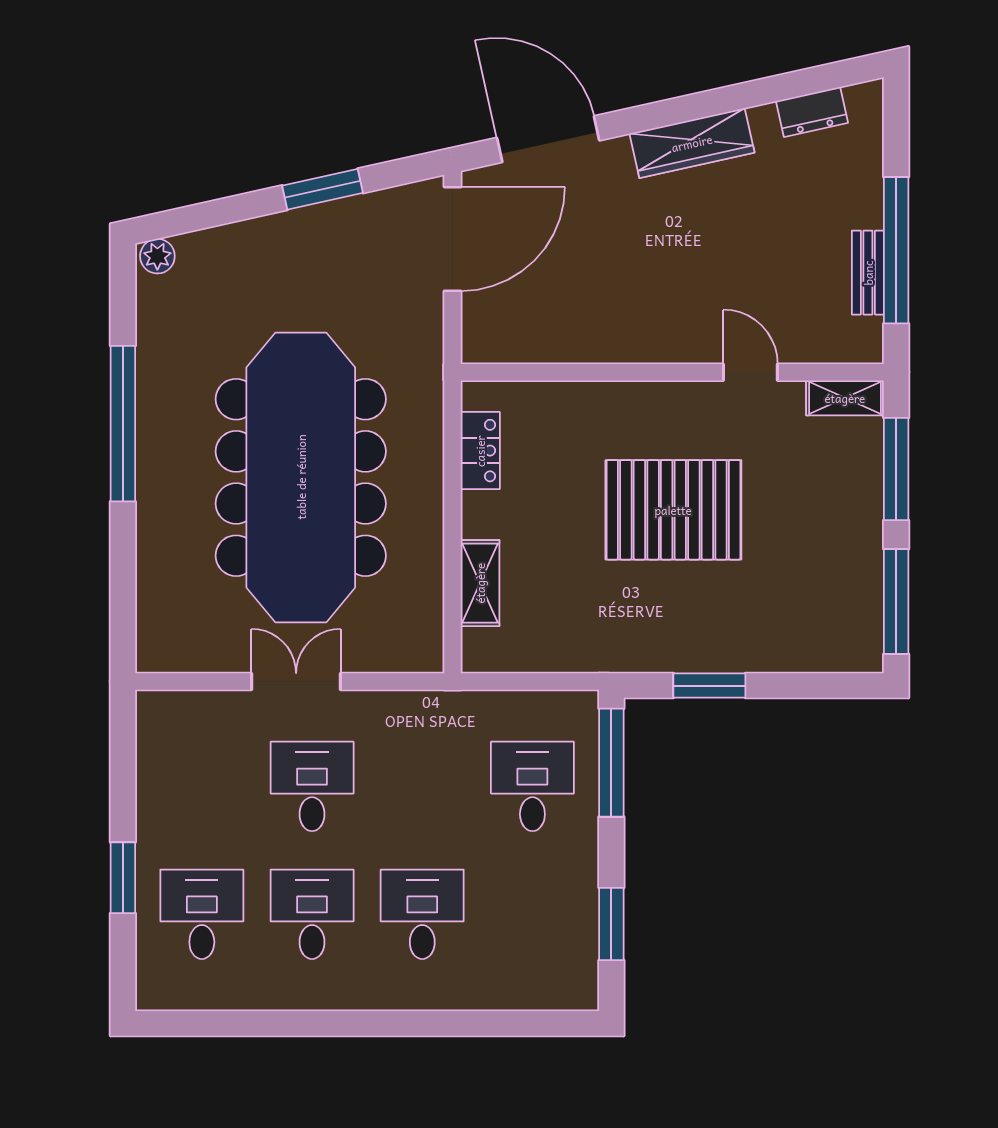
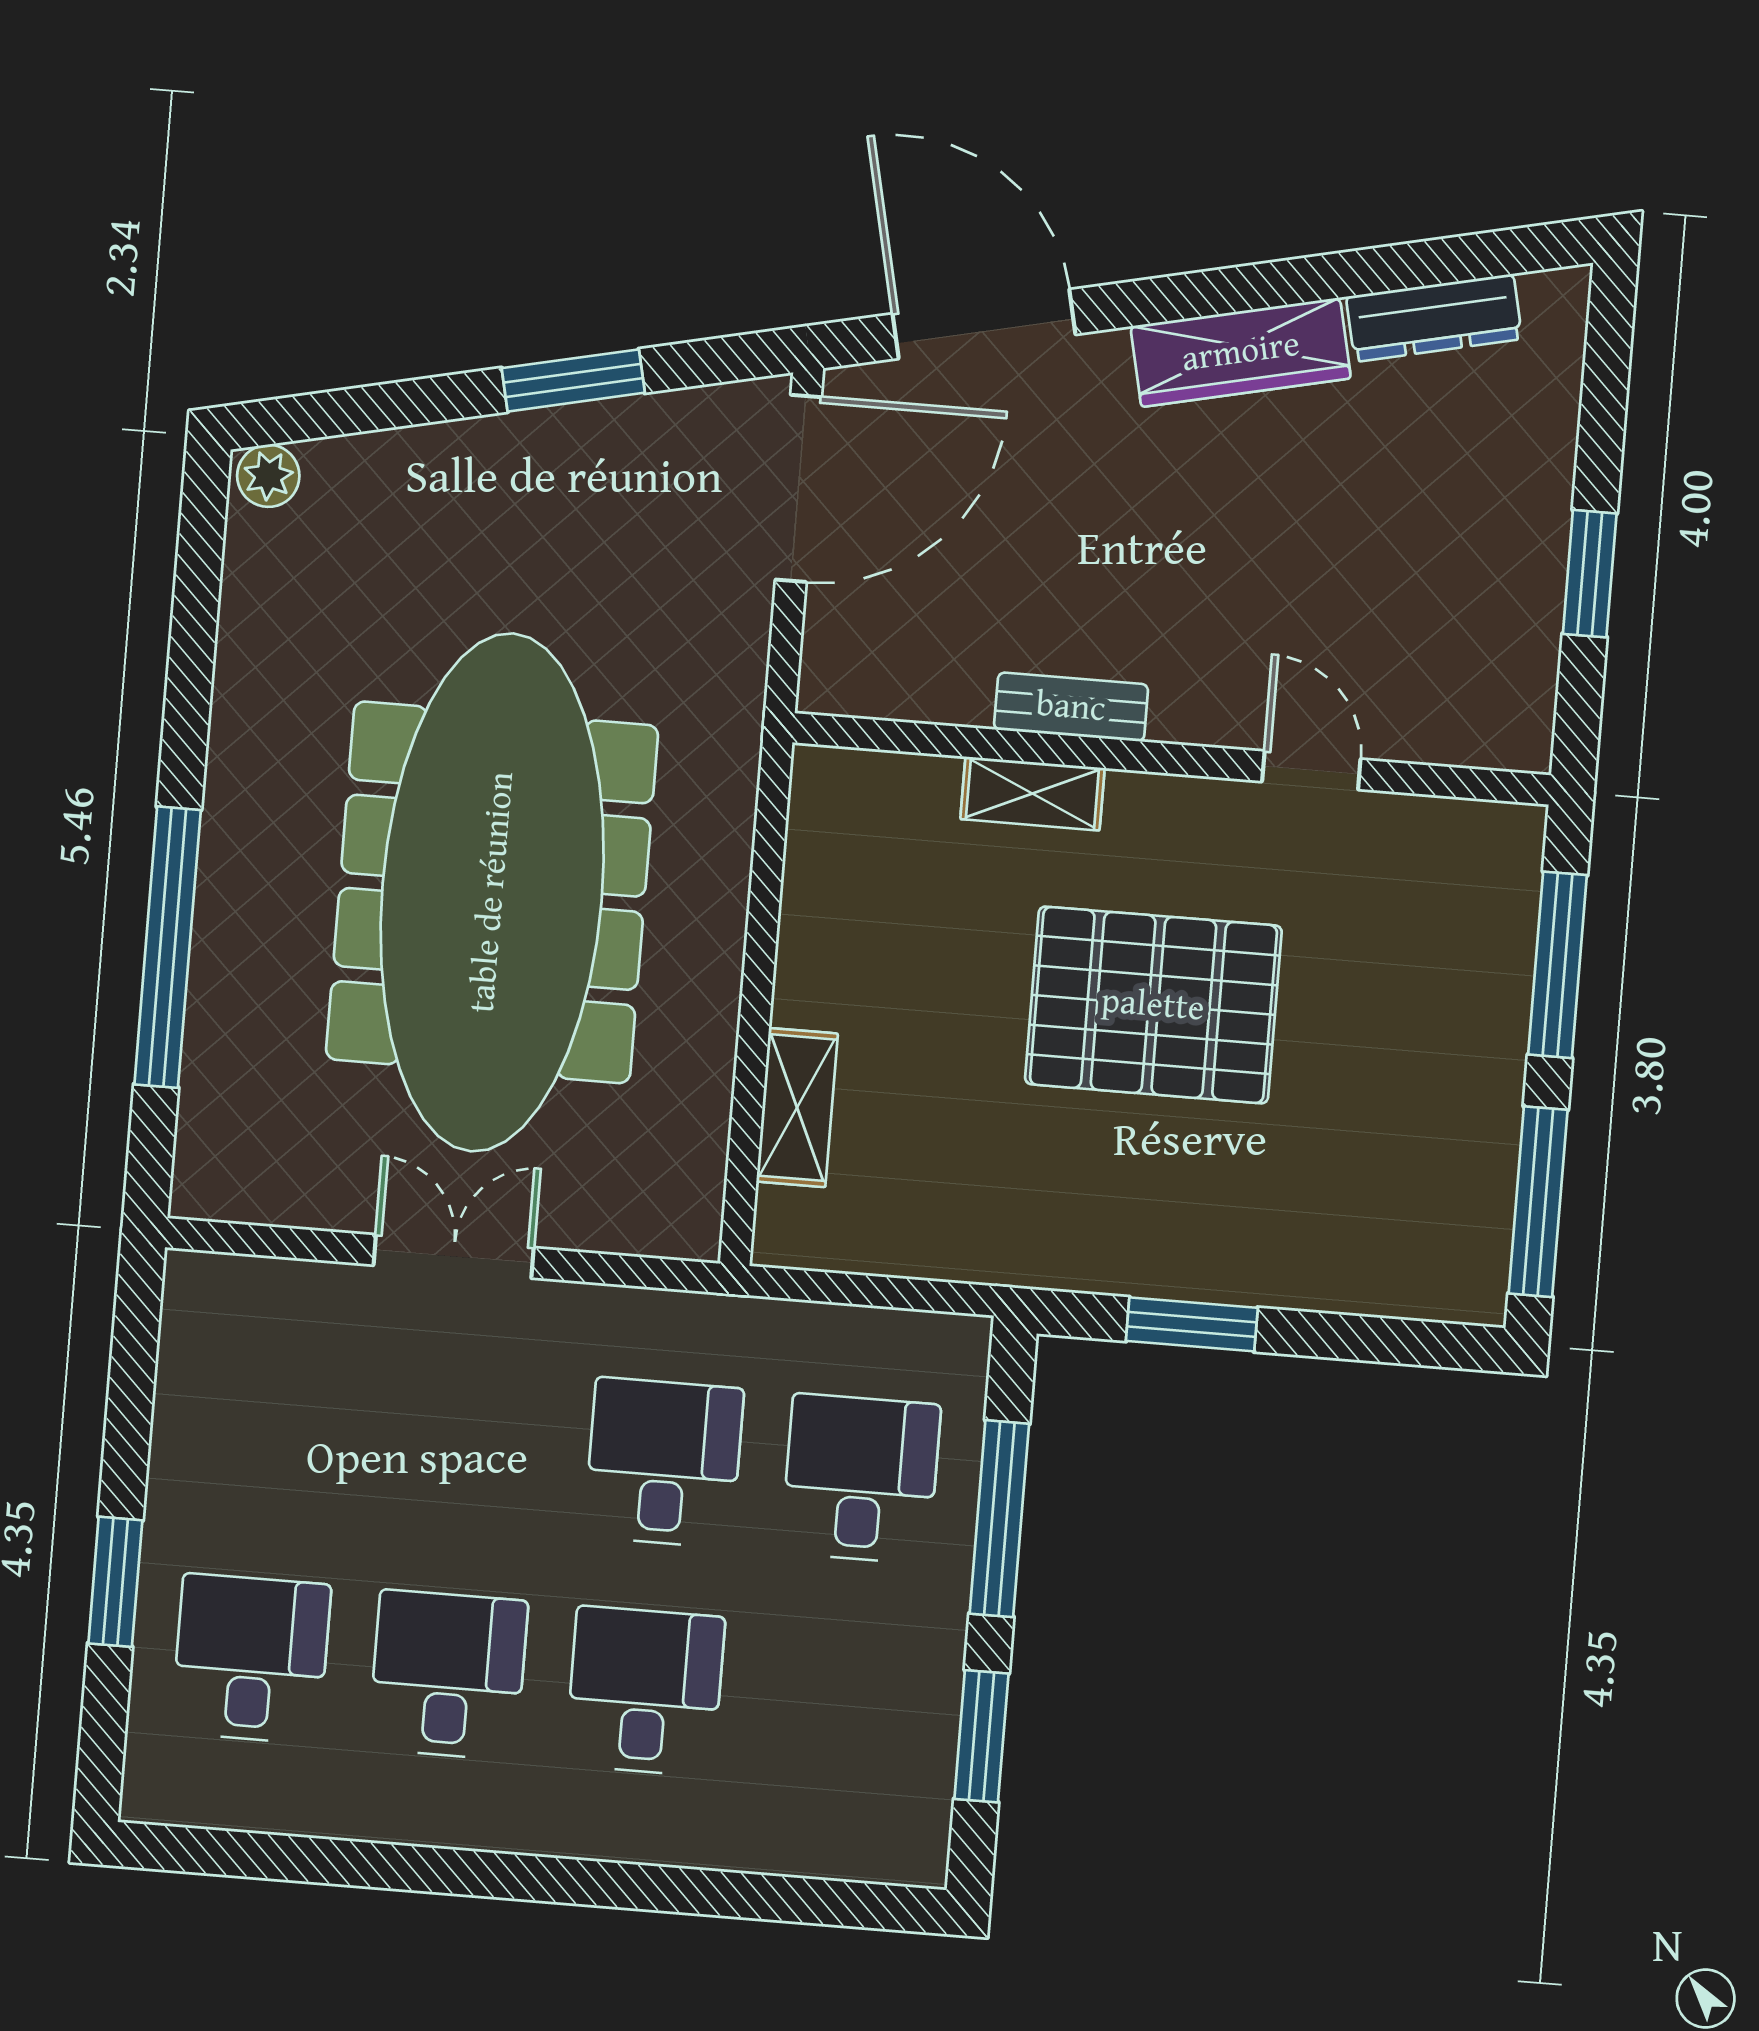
dresser: (812, 112) -> (1434, 318), width x1.44
window: (896, 250) -> (1590, 574), width x0.47
bench: (868, 273) -> (1071, 707), moved, turned 90
shelving: (845, 398) -> (1032, 794), moved
window: (123, 424) -> (168, 947), moved
locker: (480, 451) -> (817, 871), removed
window: (611, 763) -> (999, 1519), moved
desk: (312, 786) -> (664, 1463), moved

